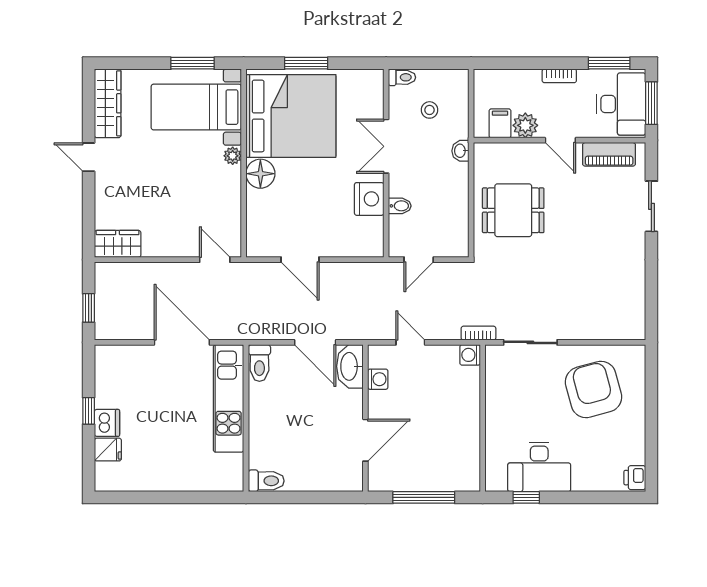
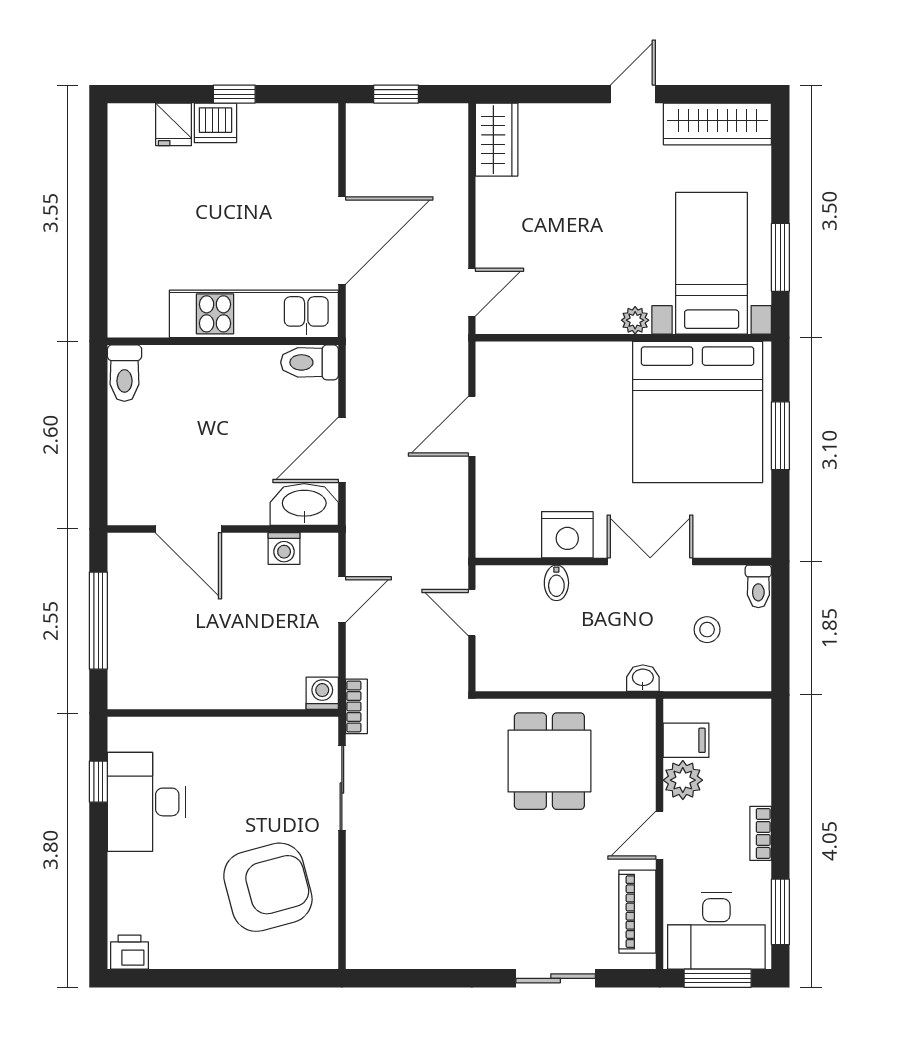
floor lamp: (260, 174) -> (607, 364), removed

